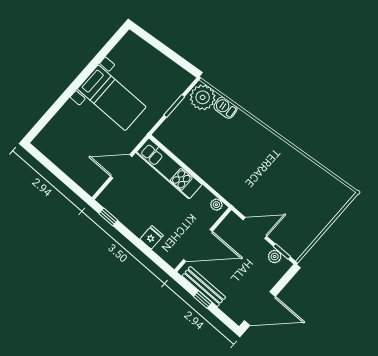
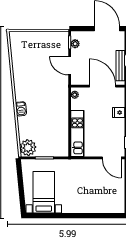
bed with nightstands: (112, 98) -> (44, 192), moved
barbecue: (225, 108) -> (21, 109), moved
door: (121, 166) -> (112, 158), moved

